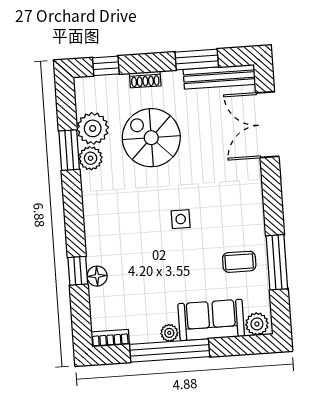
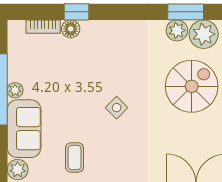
side table: (181, 219) -> (117, 108), turned 45
bookcase: (110, 338) -> (43, 27), moved, turned 90

